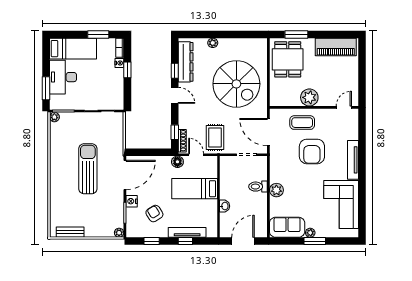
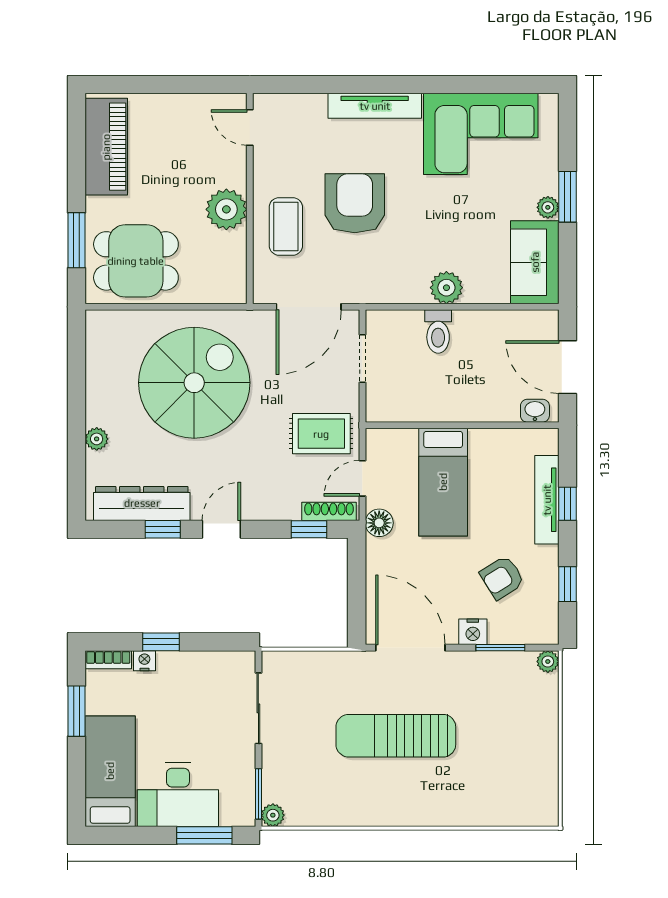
armchair: (312, 151) -> (355, 203), turned -90
washbasin: (225, 206) -> (535, 411), moved
bench: (70, 232) -> (546, 778), removed

